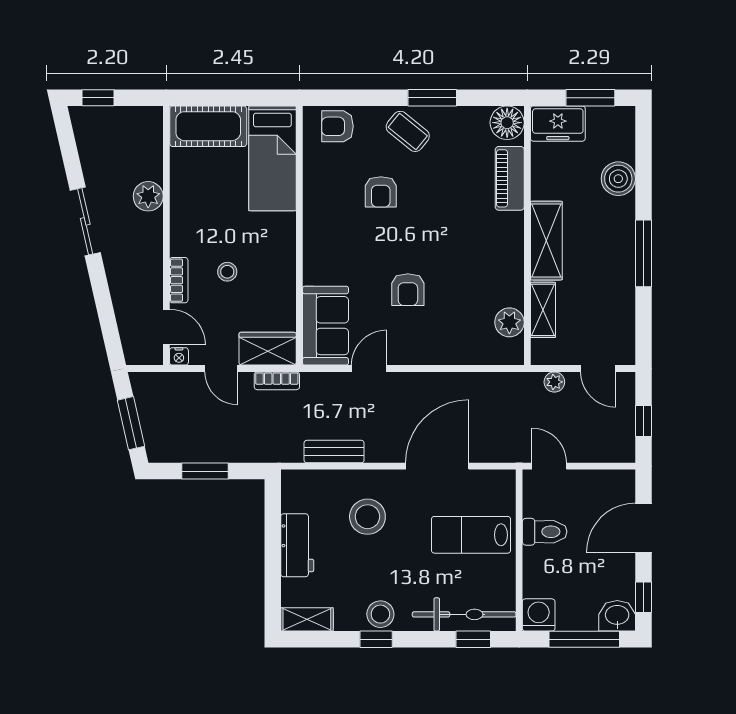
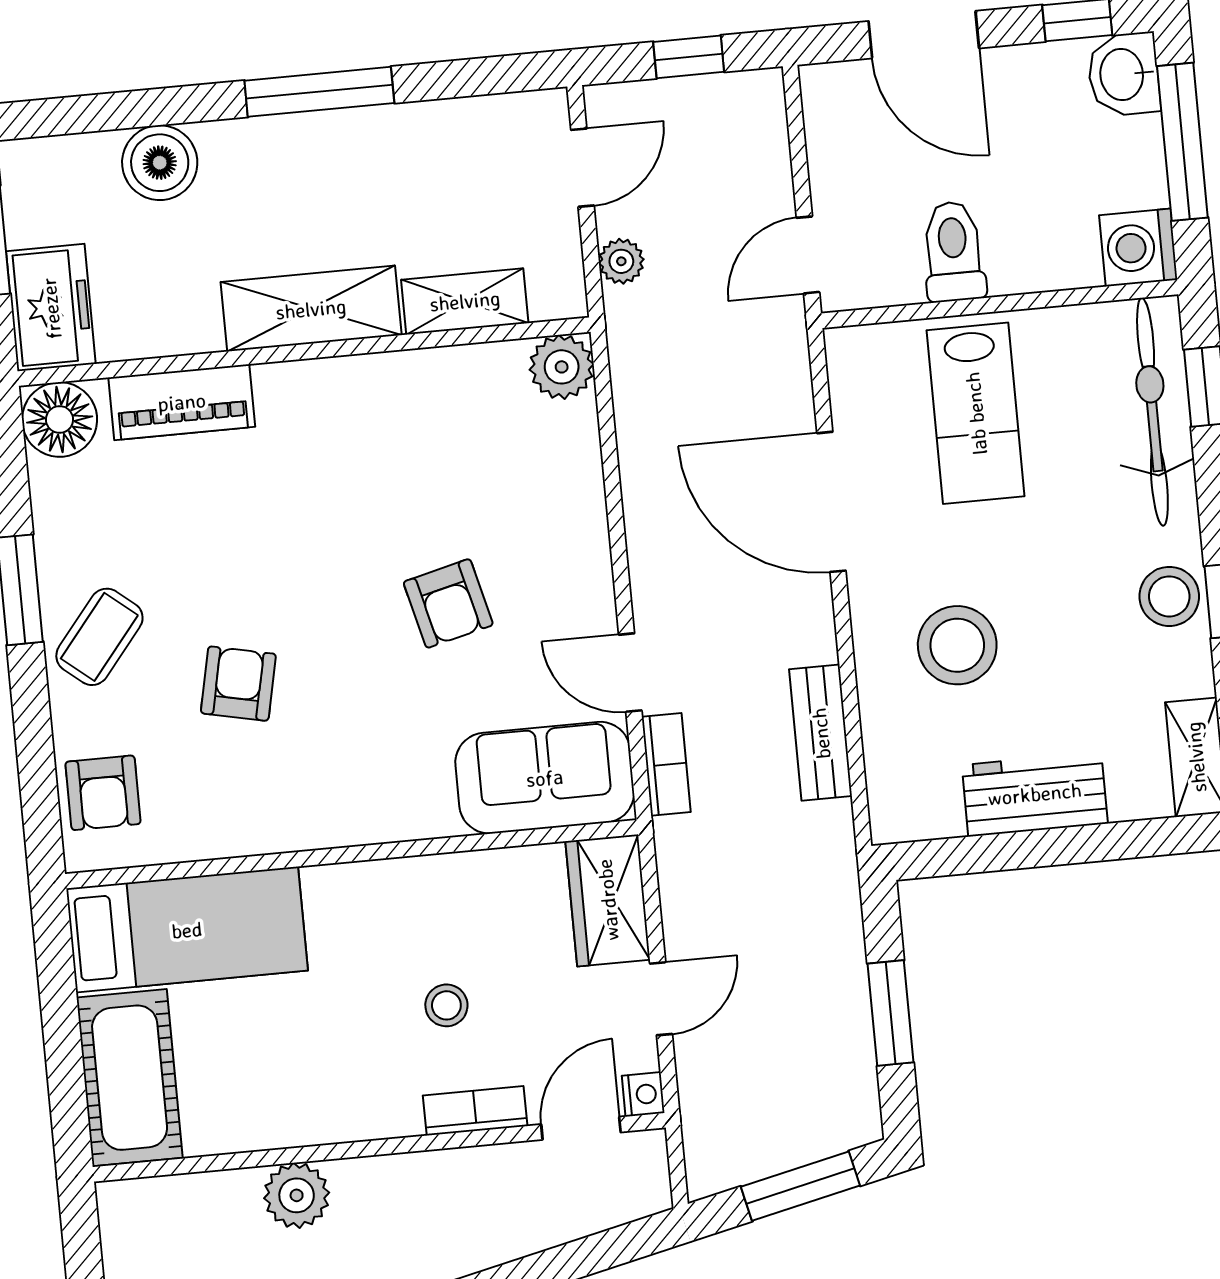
armchair: (381, 192) -> (238, 684), turned -78
armchair: (408, 290) -> (448, 603), turned 76
plant: (509, 322) -> (562, 367), moved
bookcase: (277, 381) -> (666, 764), moved

